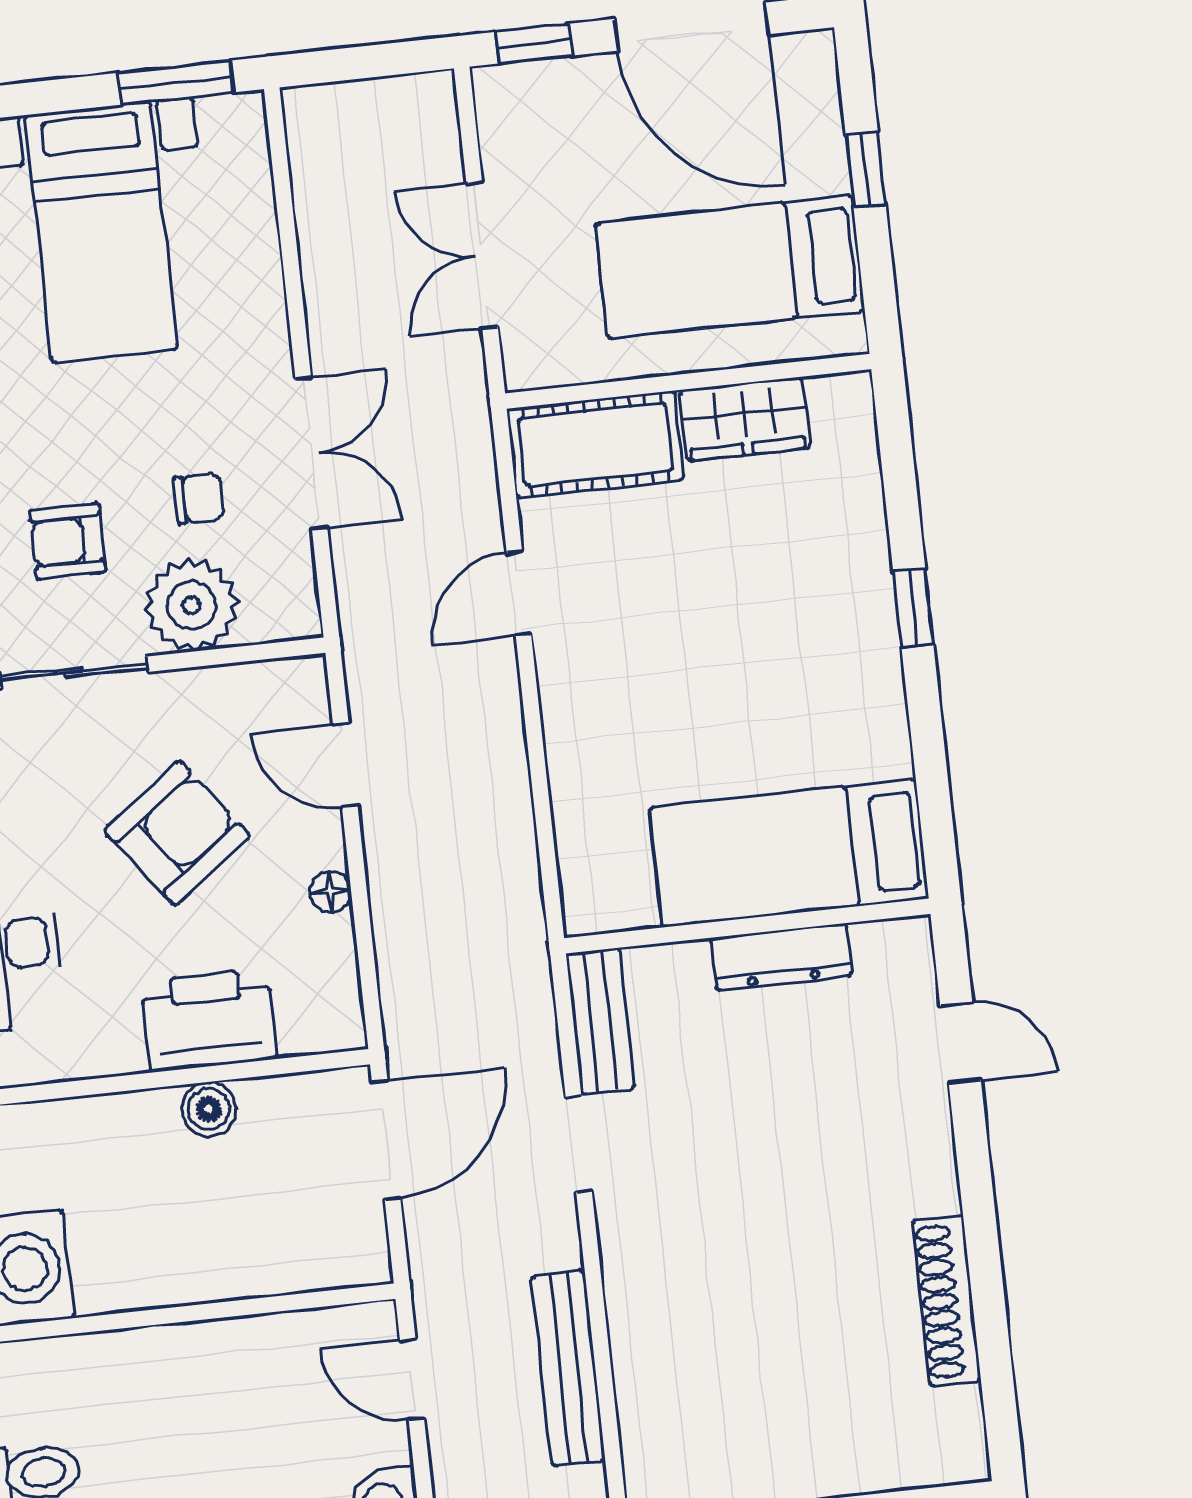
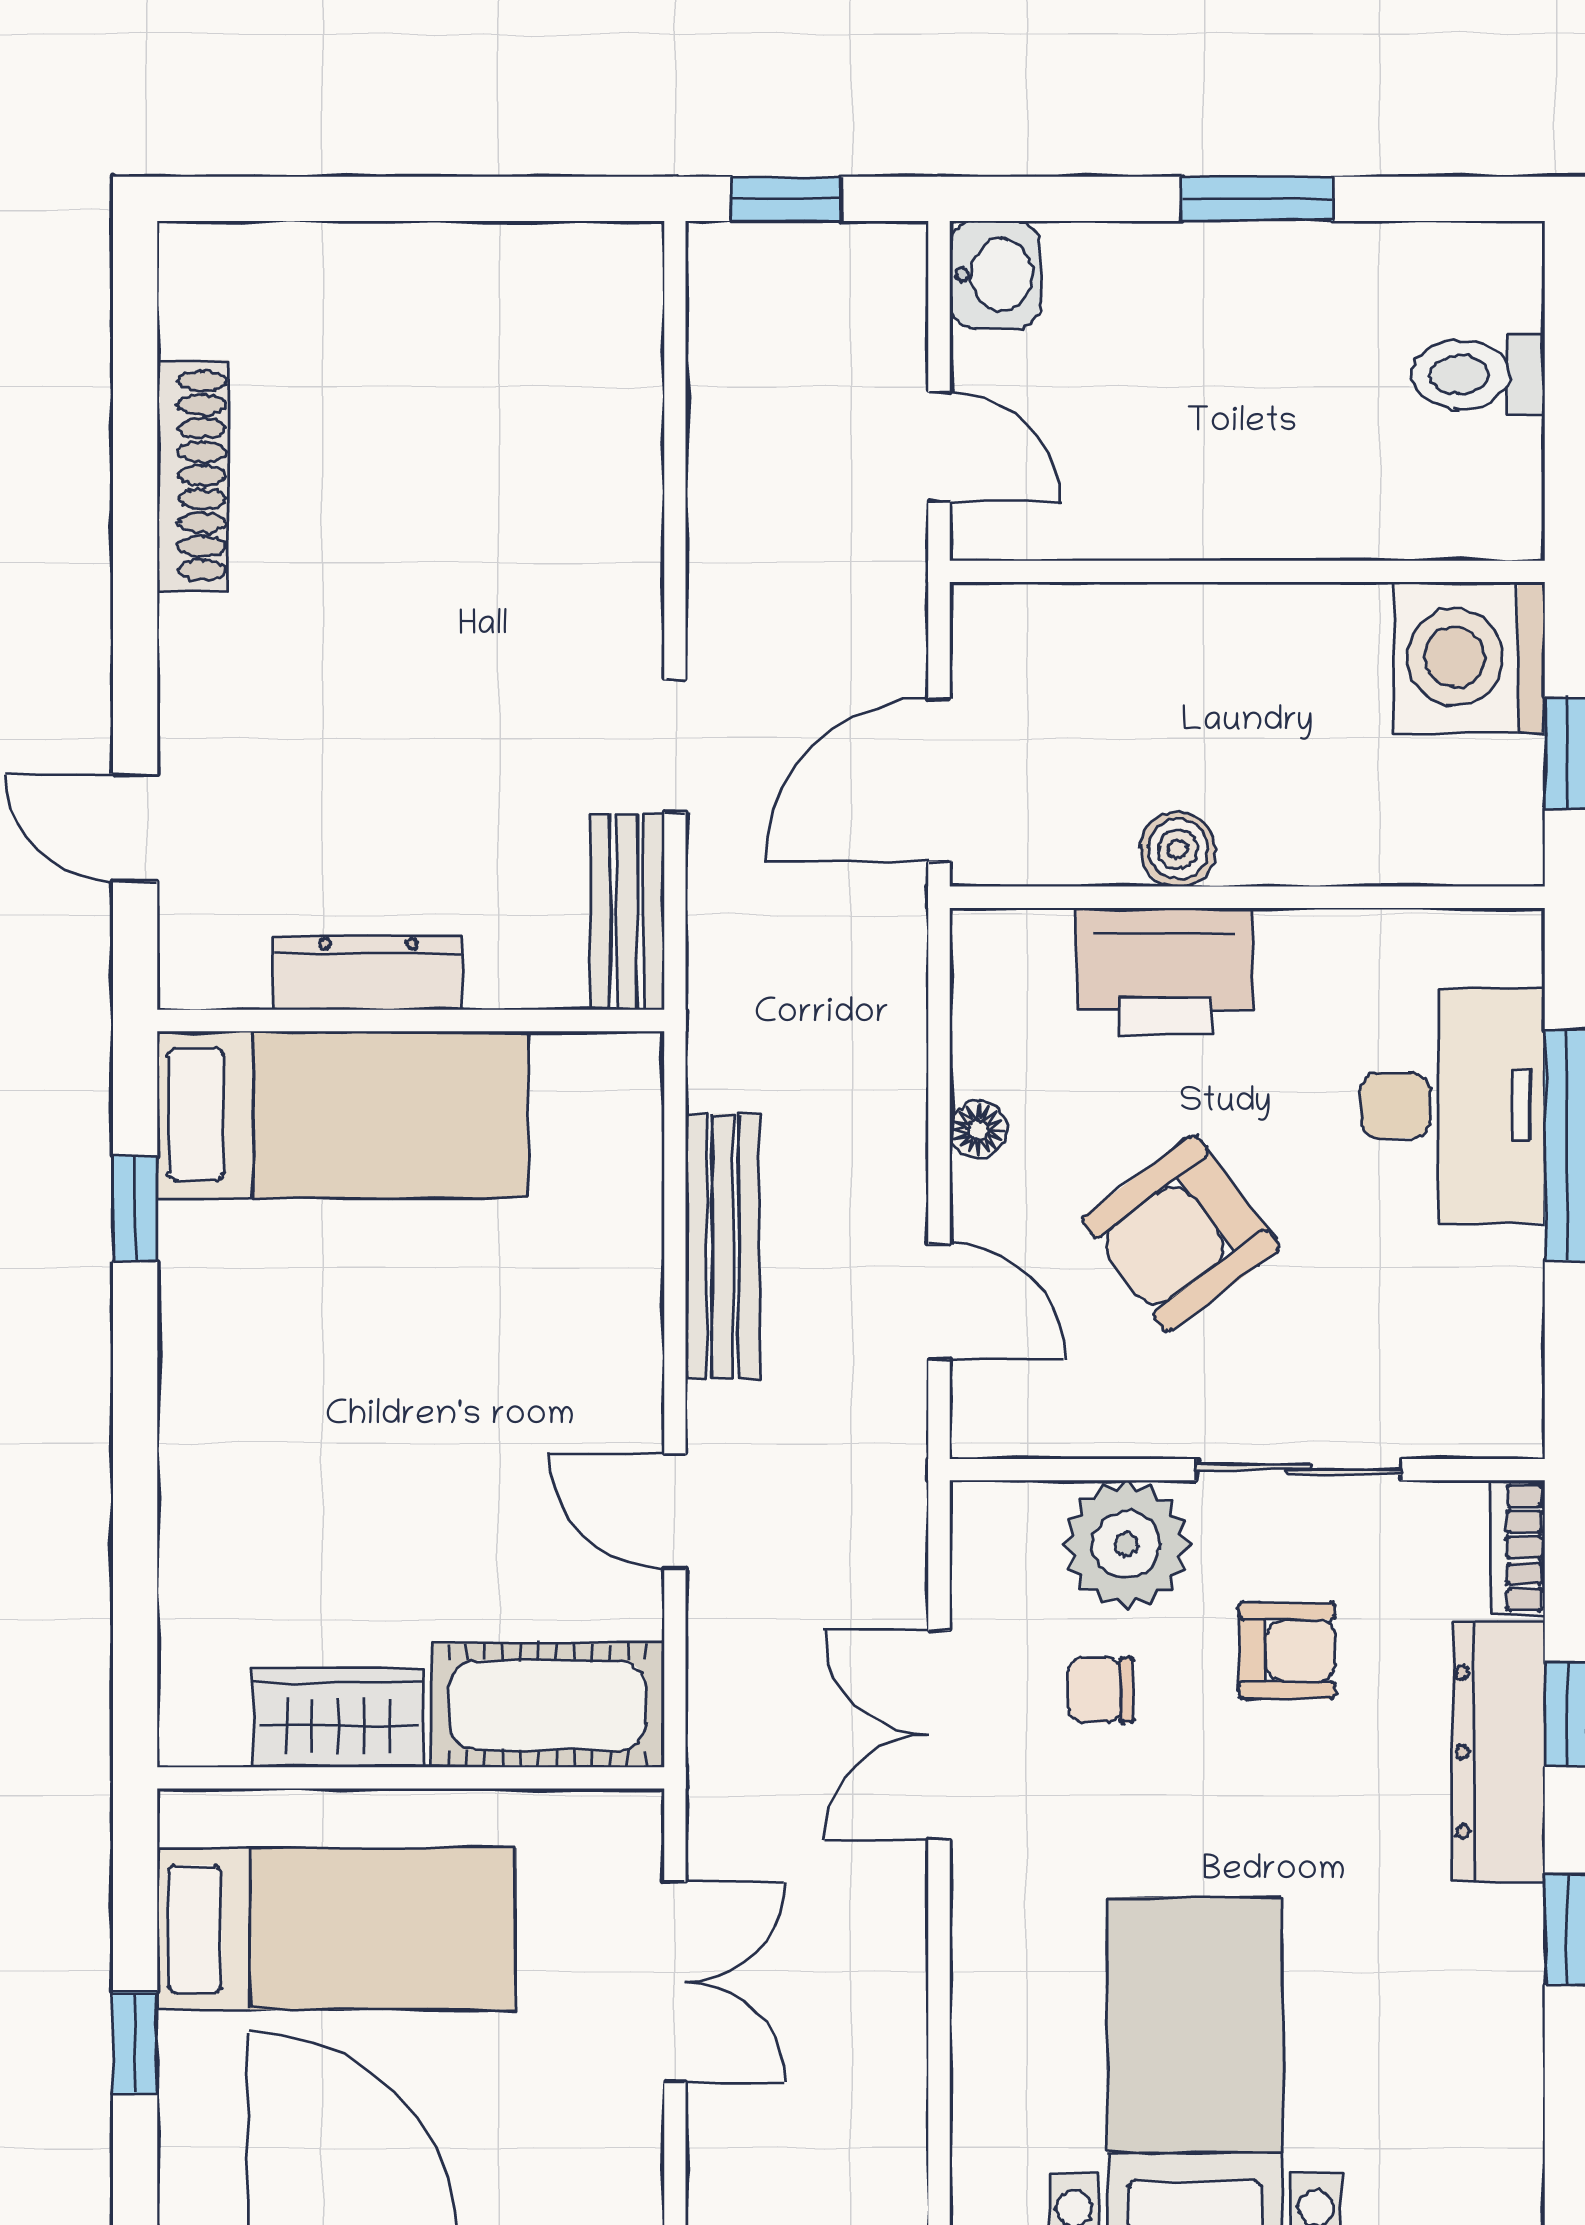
door: (519, 593) -> (675, 1512), swing flipped
window: (913, 608) -> (135, 1209), moved
bench: (568, 1368) -> (723, 1246), moved

